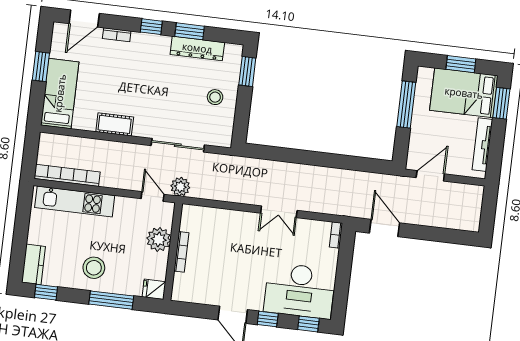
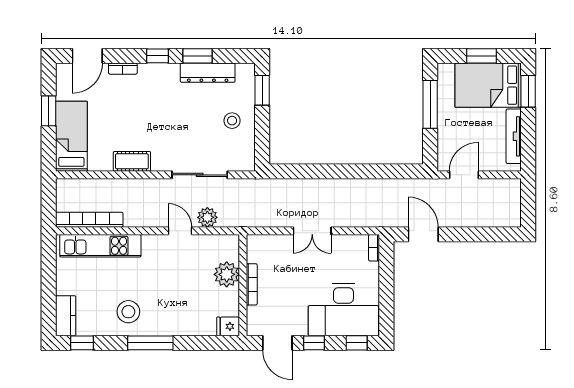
plant: (159, 239) -> (227, 274), moved
wall: (173, 252) -> (243, 285), moved
bookcase: (181, 252) -> (252, 284), moved
fridge: (154, 289) -> (228, 326), moved

